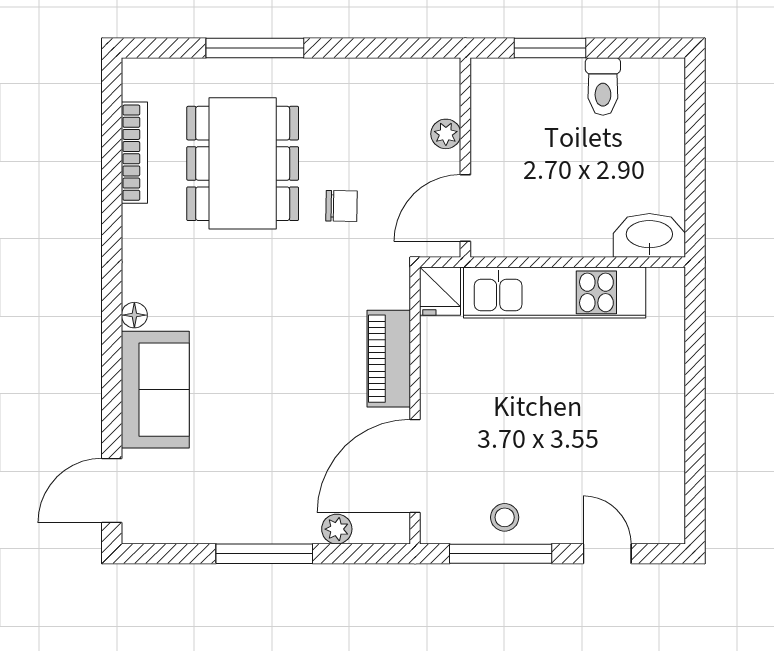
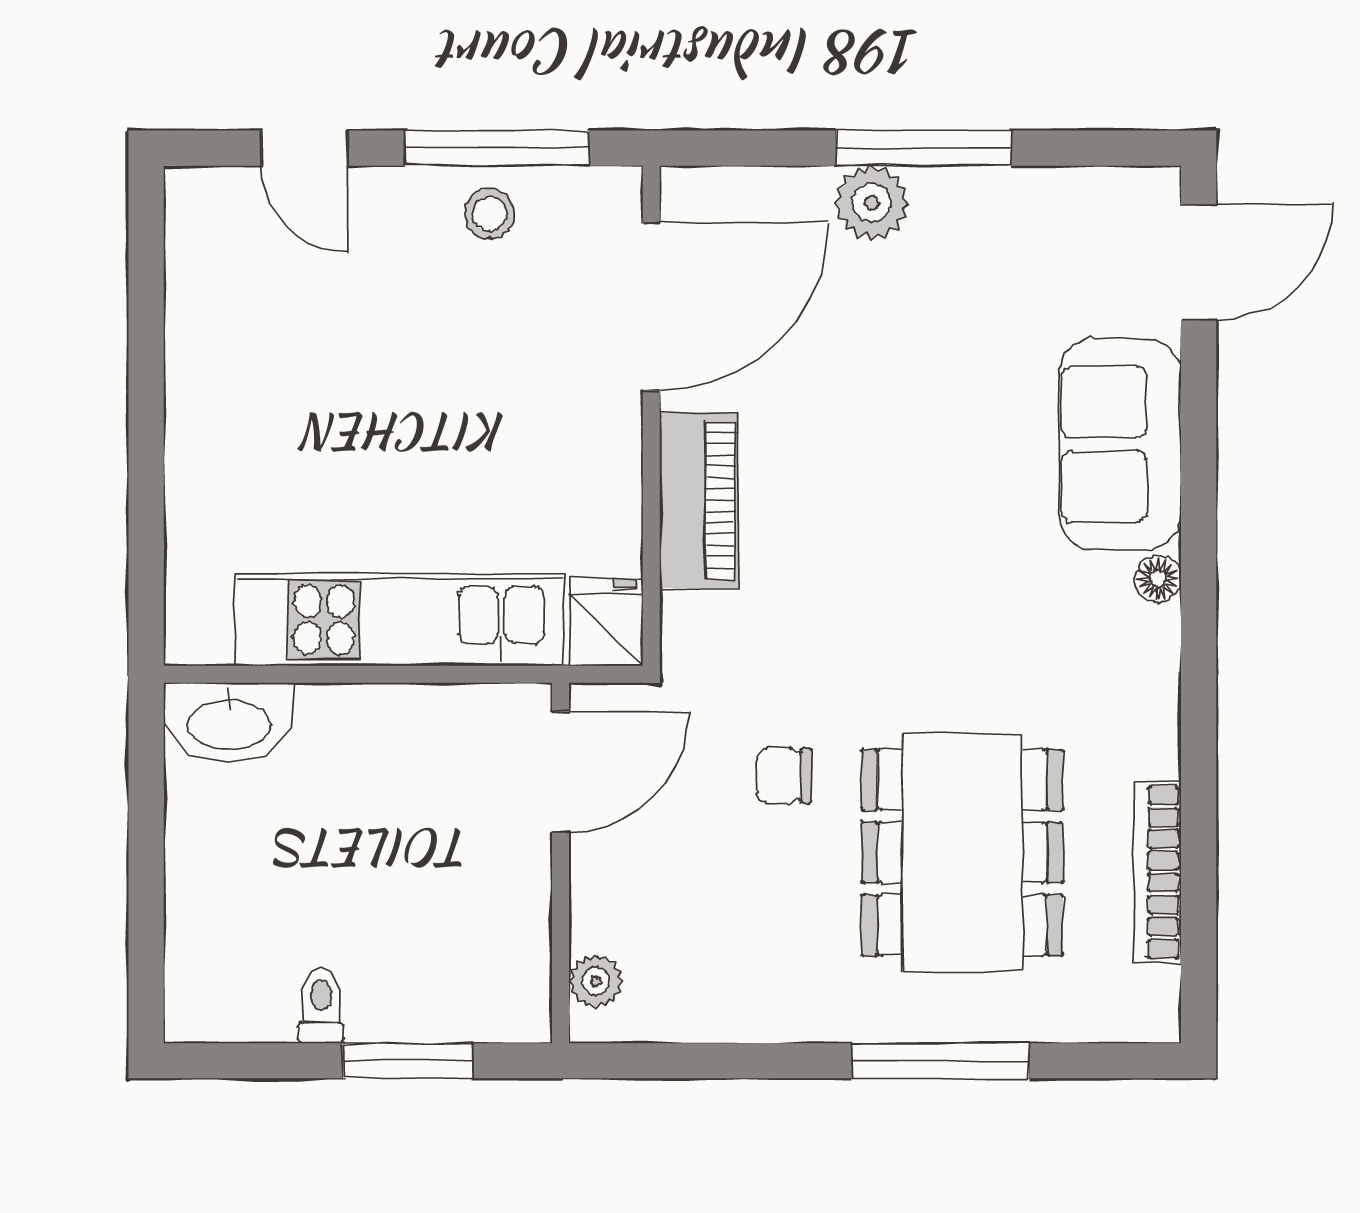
toilet: (603, 87) -> (321, 1006), width x0.73, depth x0.72
plant: (446, 134) -> (596, 982), moved
plant: (337, 529) -> (872, 203), moved, width x1.38, depth x1.38

